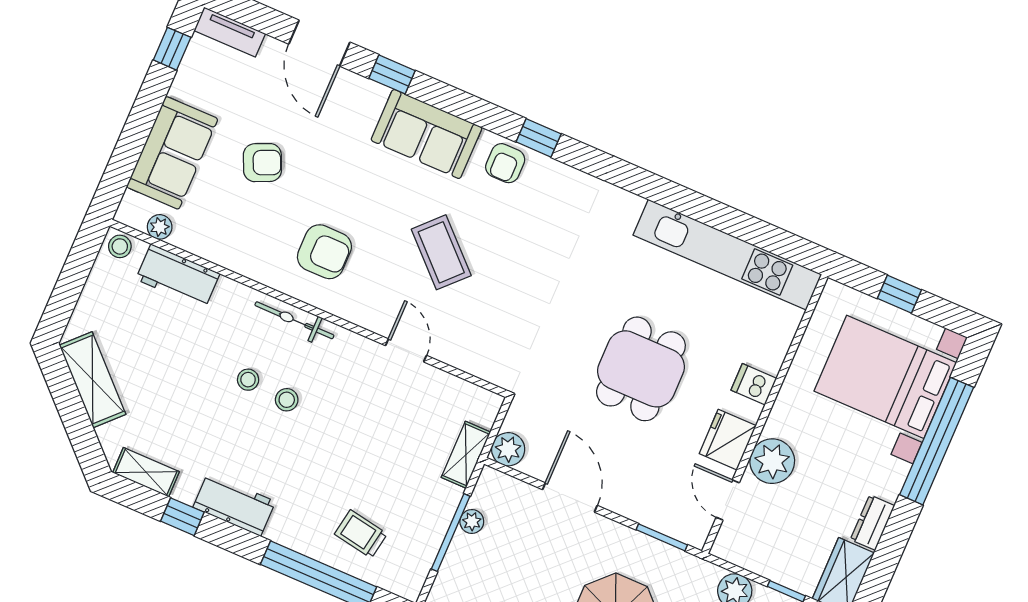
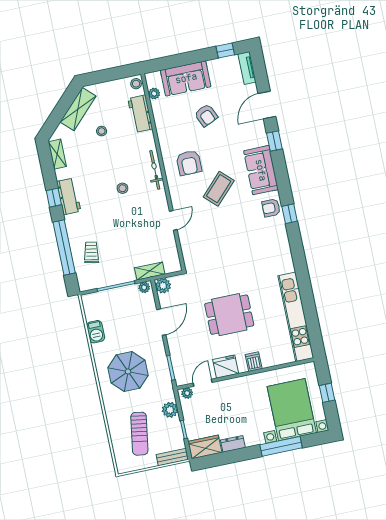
coffee table: (441, 252) -> (219, 189), moved
stool: (248, 380) -> (102, 131), moved
window: (937, 441) -> (281, 446), width x0.68
plant: (772, 461) -> (187, 393), moved, width x0.53, depth x0.53
window: (182, 517) -> (54, 198), moved
plant: (472, 521) -> (144, 287), moved

